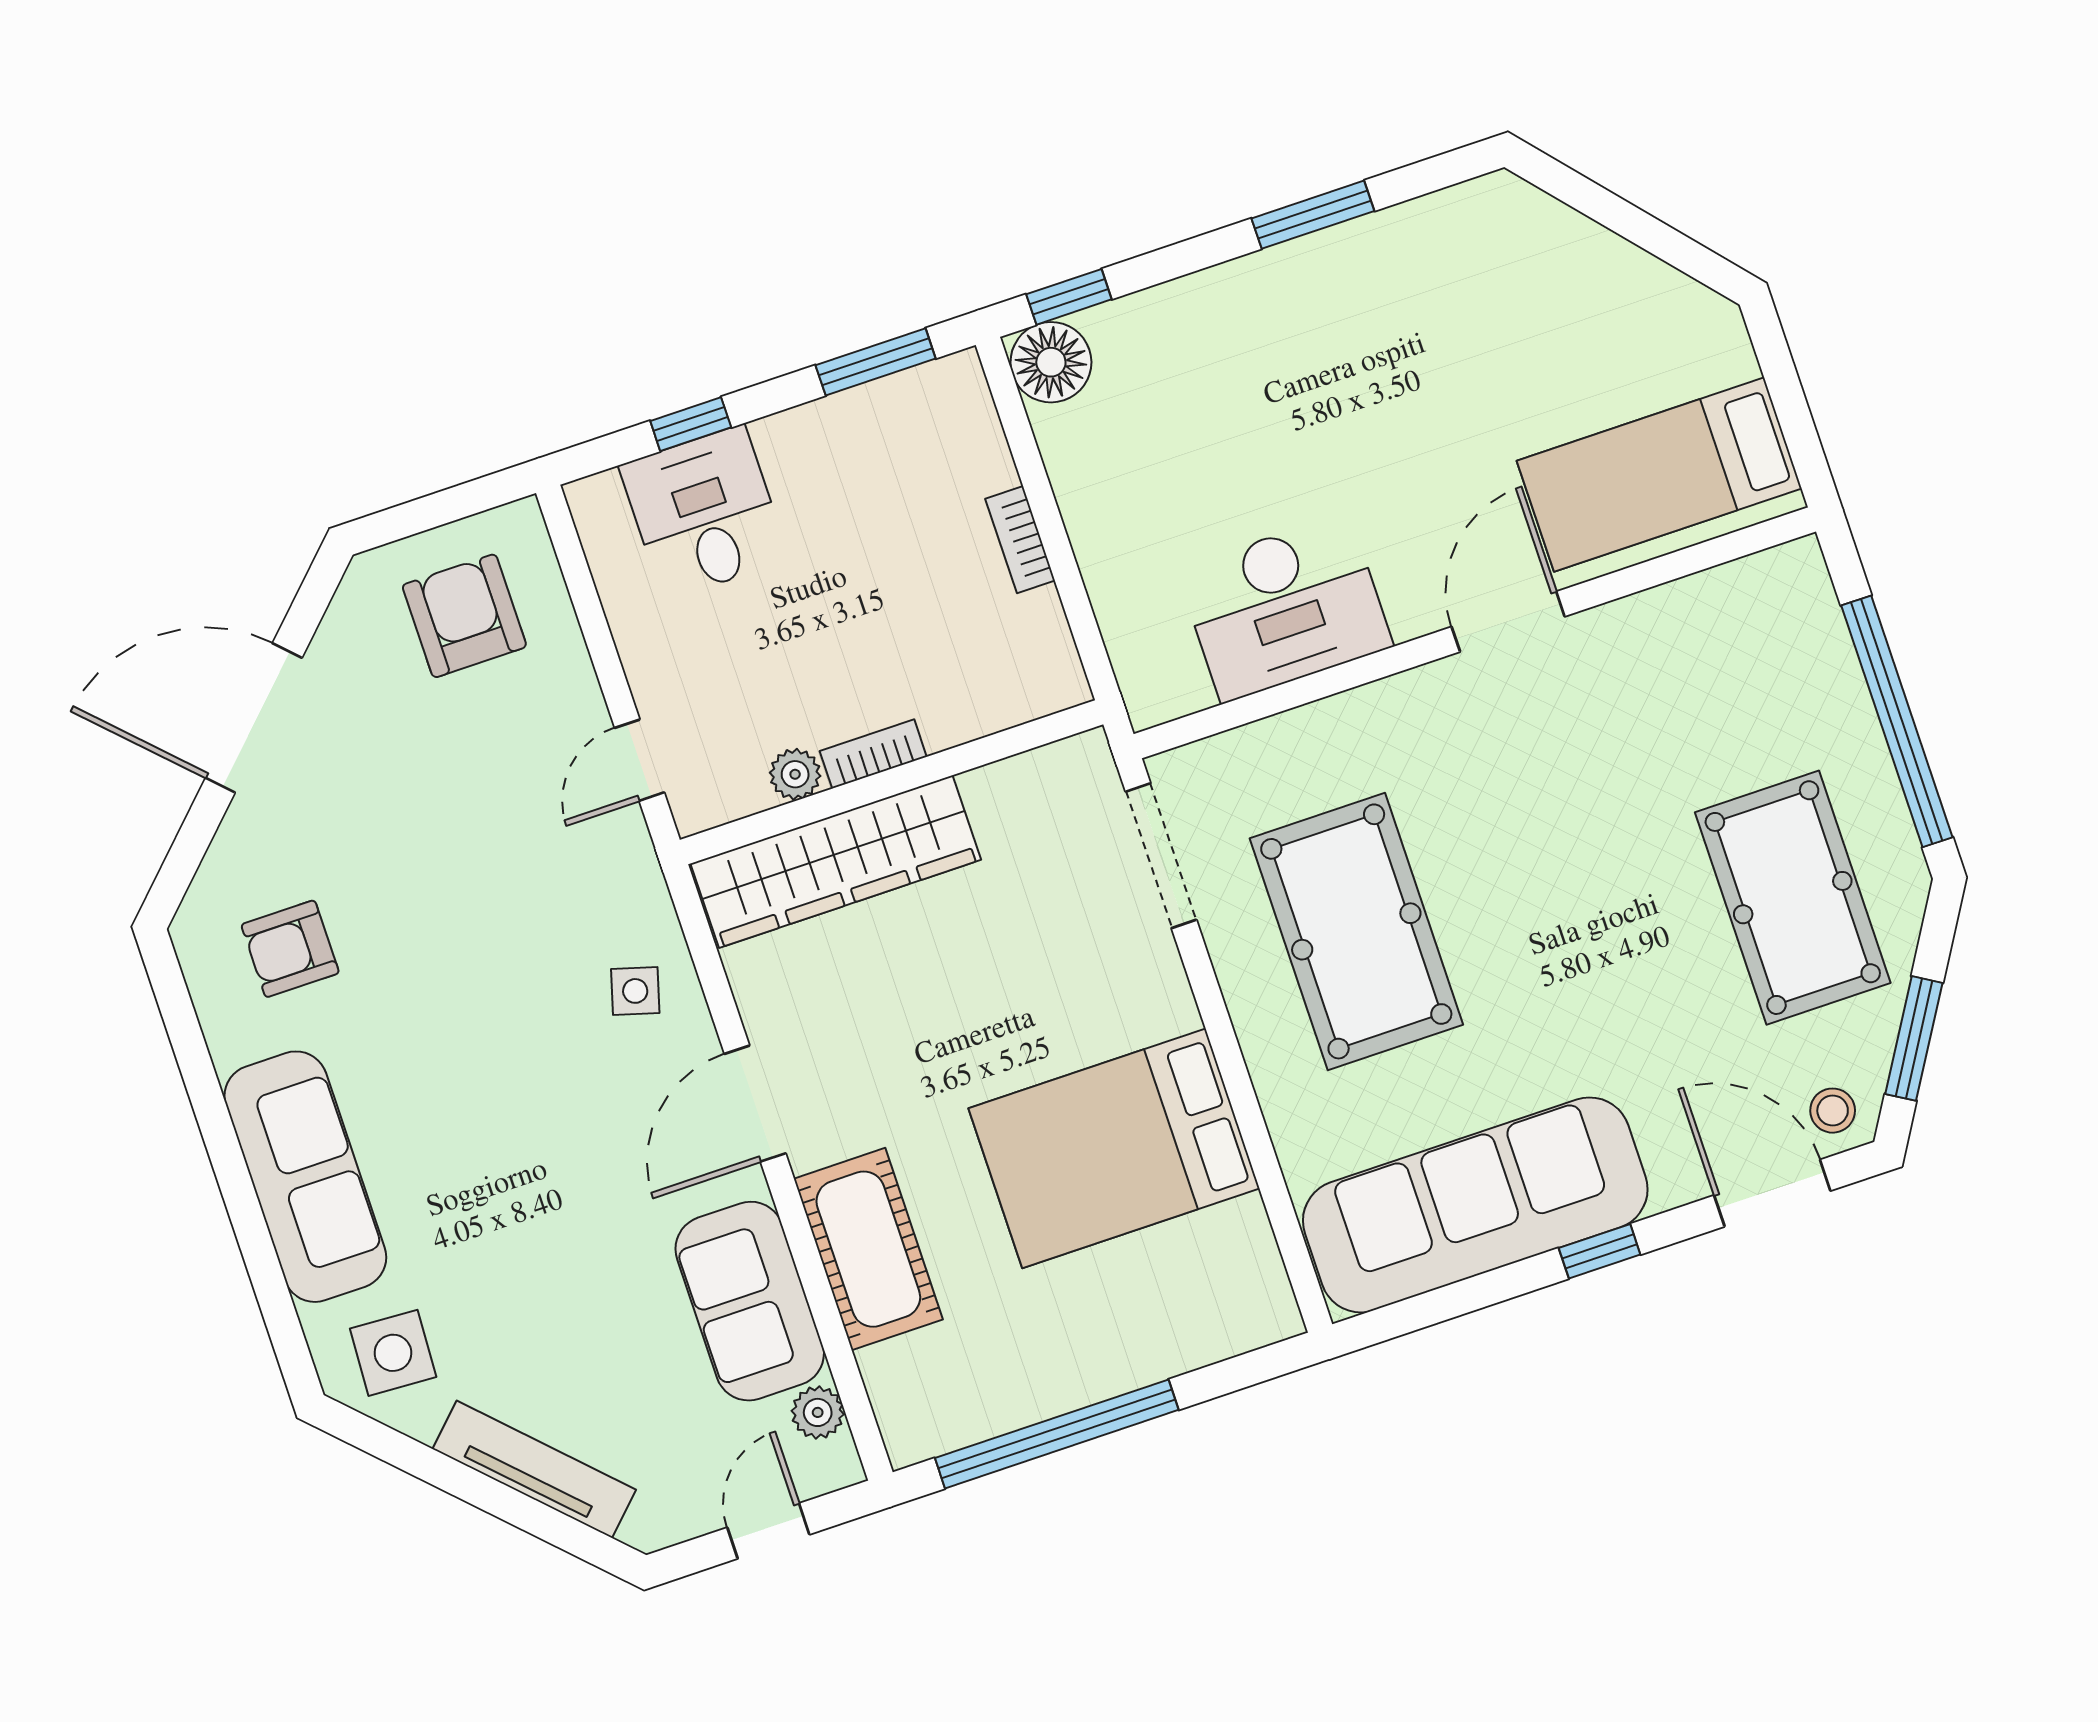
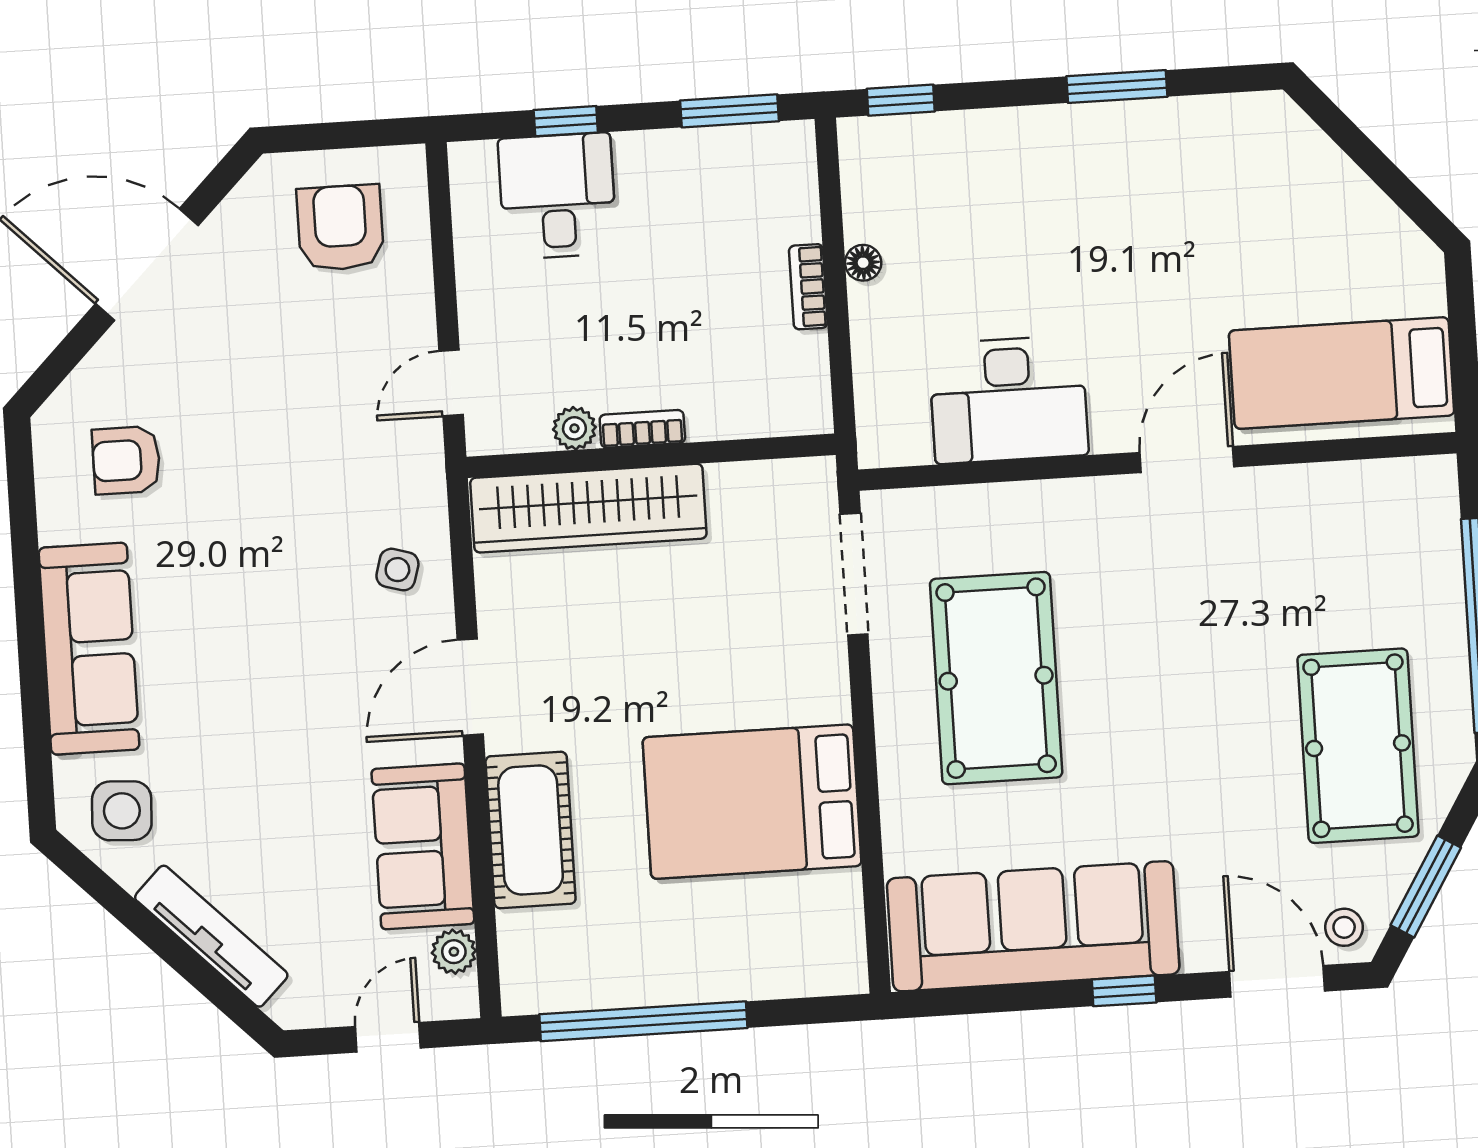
floor lamp: (1051, 362) -> (863, 263), moved, width x0.53, depth x0.53

